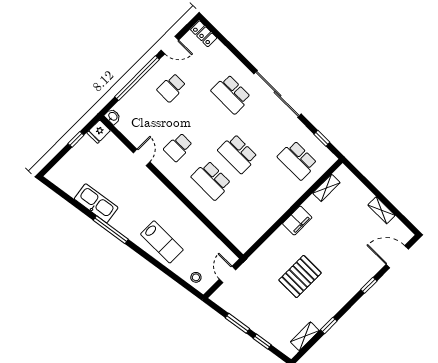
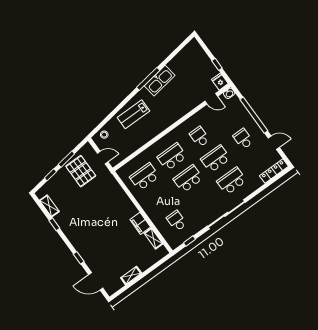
locker: (204, 34) -> (274, 171), width x1.53
door: (170, 45) -> (274, 143), swing flipped
school desk: (205, 121) -> (216, 159), added
door: (142, 157) -> (211, 99), moved
school desk: (297, 160) -> (177, 221), width x0.54
kitchen sink: (96, 203) -> (160, 81), moved
school desk: (244, 213) -> (145, 177), added
filing cabinet: (297, 221) -> (140, 223), moved
door: (397, 257) -> (96, 281), swing flipped
pallet: (300, 276) -> (81, 171), moved

